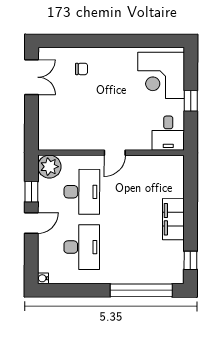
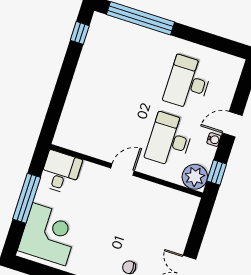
window: (191, 101) -> (27, 198), width x2.17
window: (31, 192) -> (217, 173), moved
filing cabinet: (173, 219) -> (84, 81), removed
water cooler: (43, 278) -> (214, 139), moved

